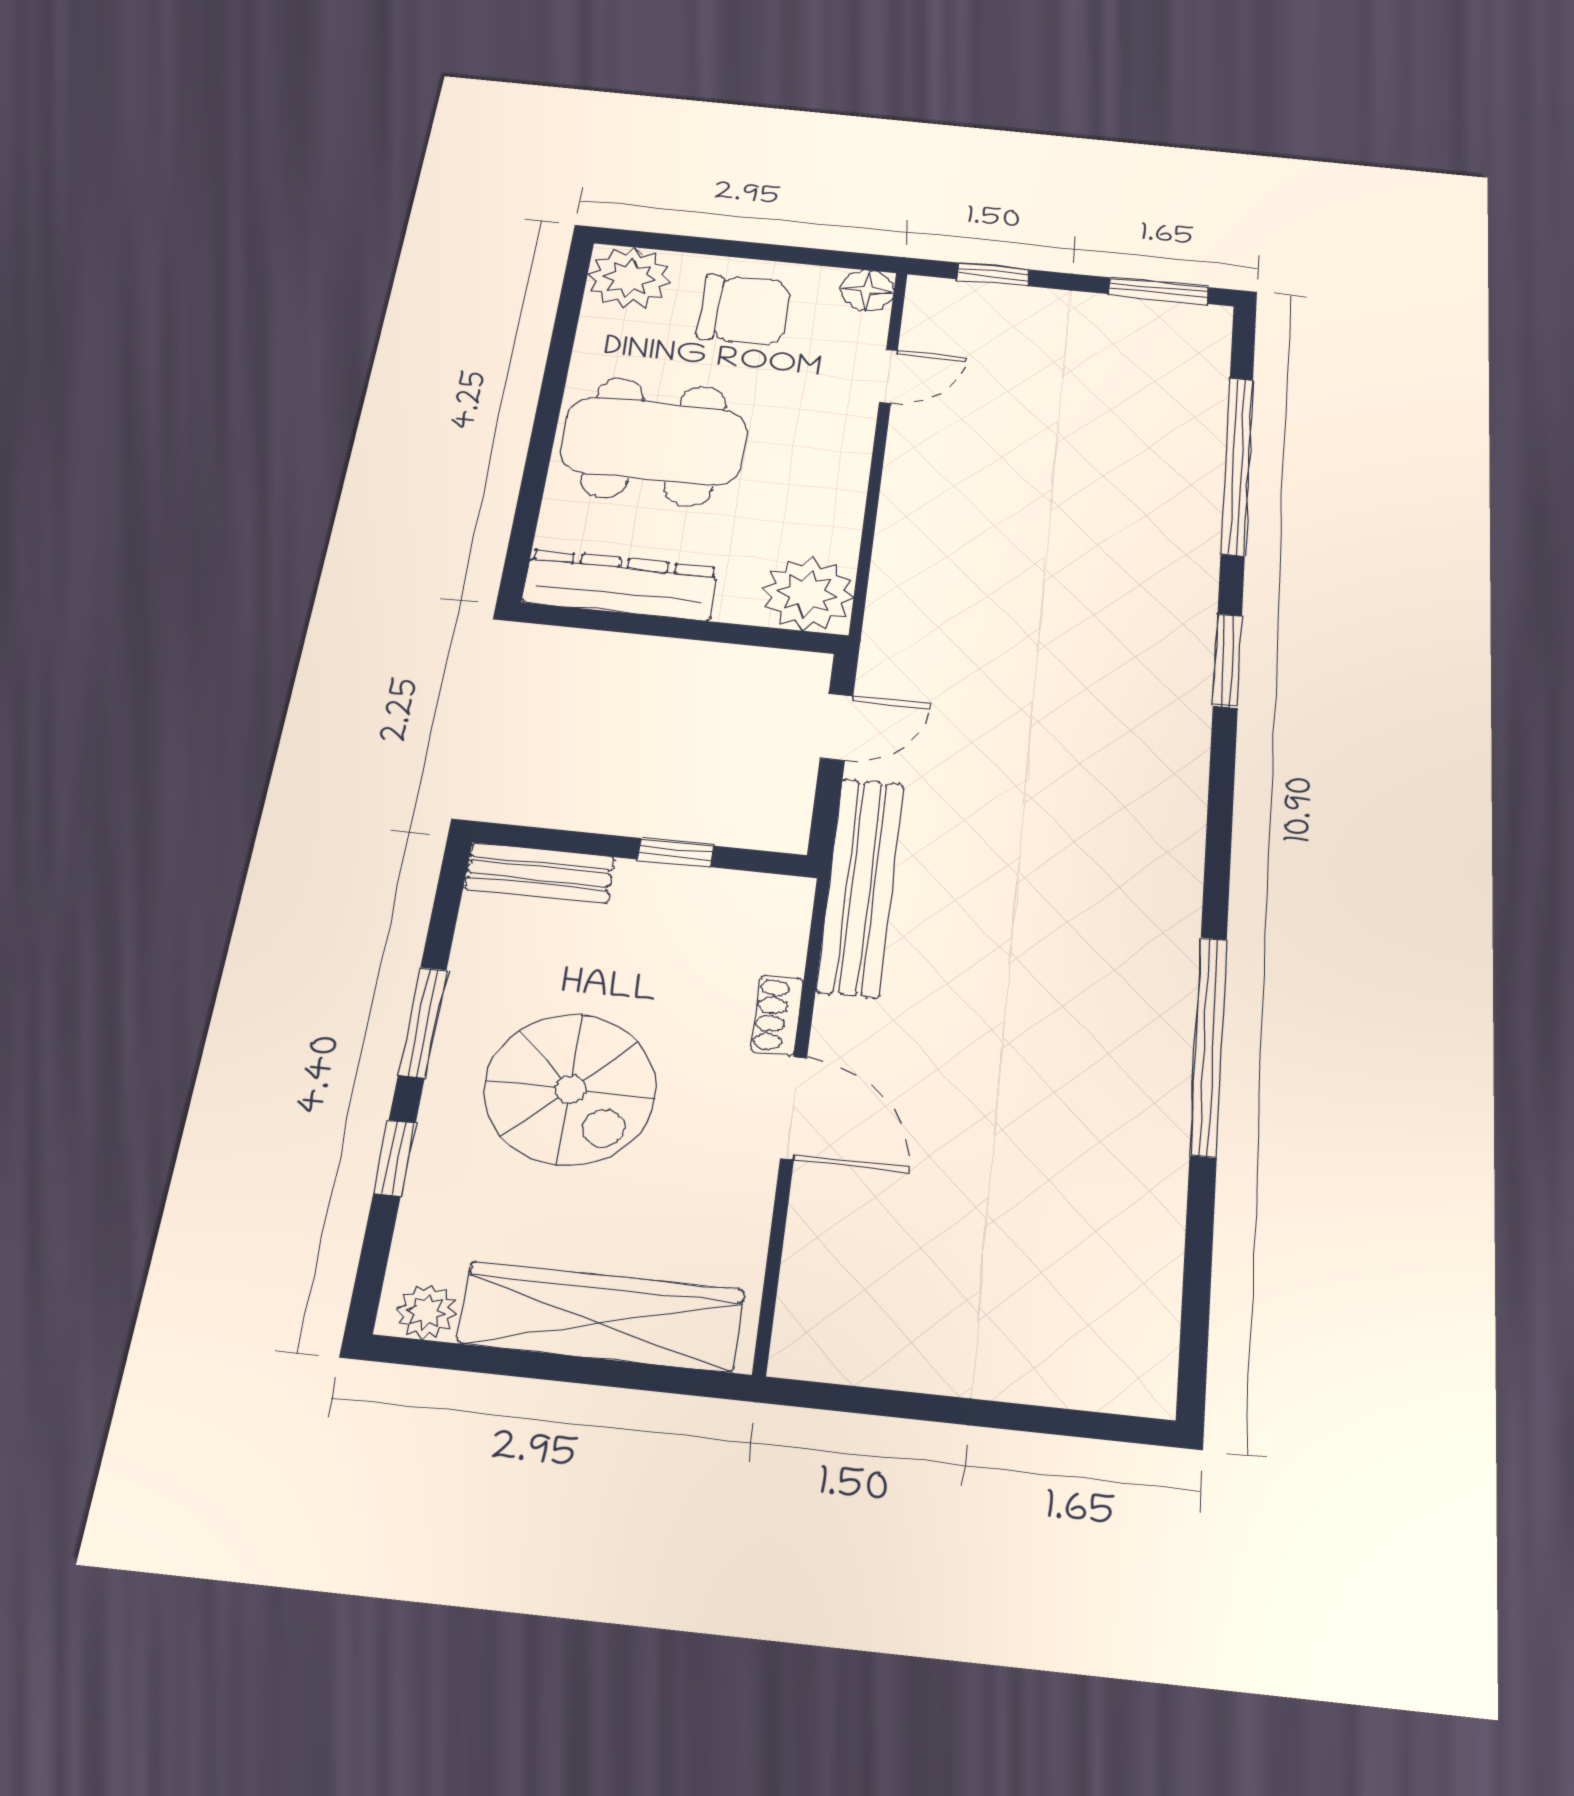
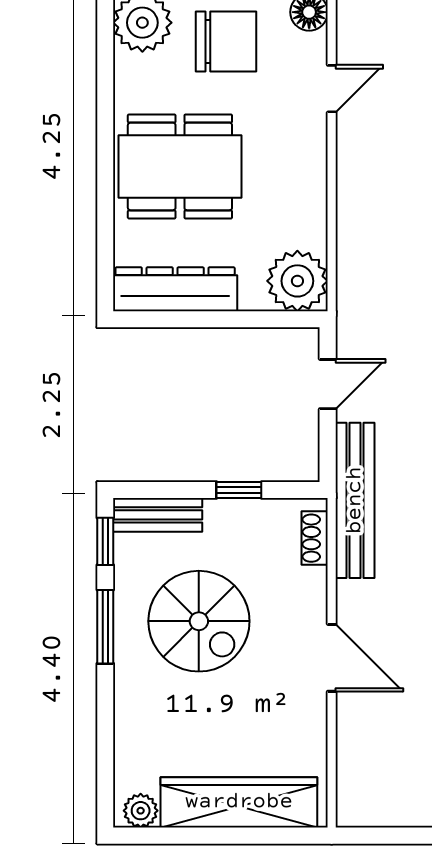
shoe rack: (777, 1015) -> (315, 538), moved
spiral stairs: (570, 1089) -> (199, 621), moved
window: (395, 1158) -> (105, 541), moved

